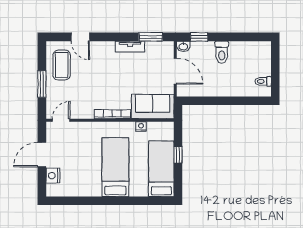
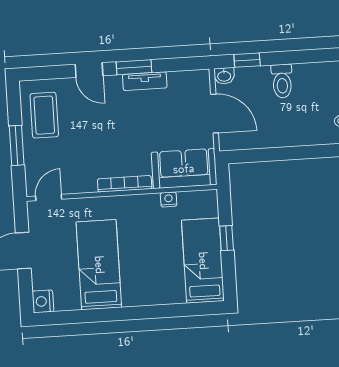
door: (80, 37) -> (89, 70), moved
window: (151, 37) -> (134, 67), moved
bed: (115, 167) -> (99, 265), moved
nightstand: (53, 176) -> (43, 301), moved

